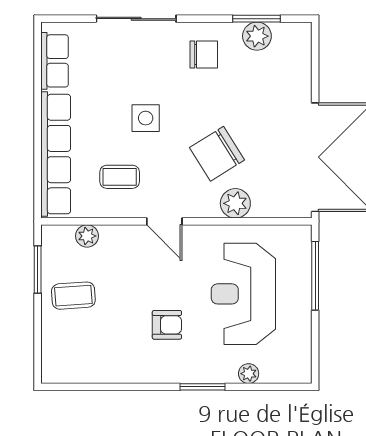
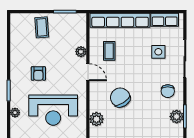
side table: (146, 118) -> (158, 52), moved
plant: (235, 203) -> (96, 119), moved
door: (164, 221) -> (88, 72), swing flipped
plant: (87, 236) -> (81, 52), moved
reception desk: (243, 294) -> (53, 110), turned 180
coffee table: (73, 296) -> (42, 27), moved

